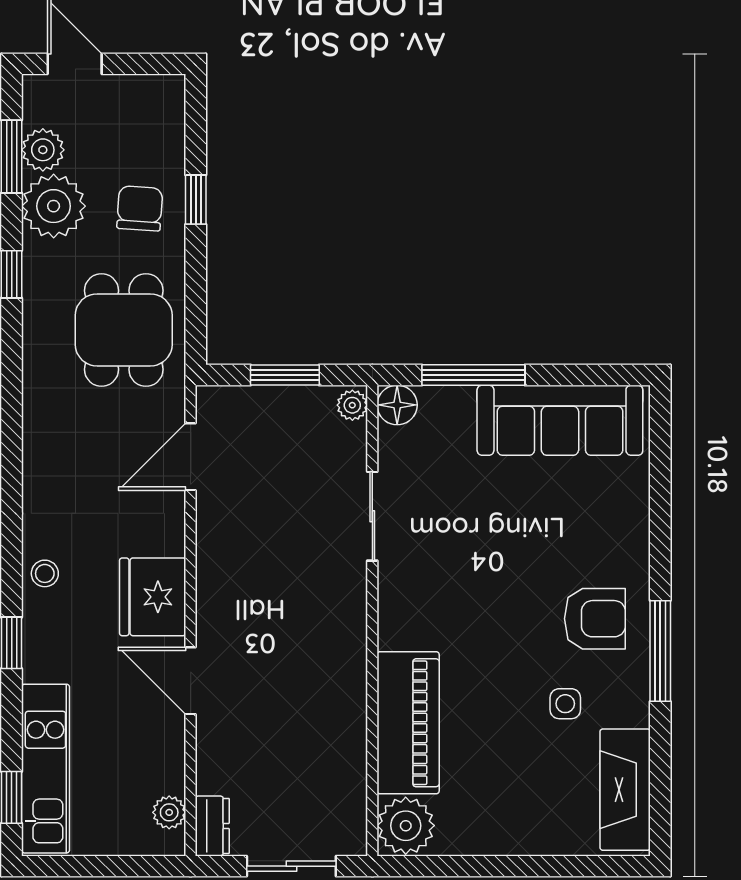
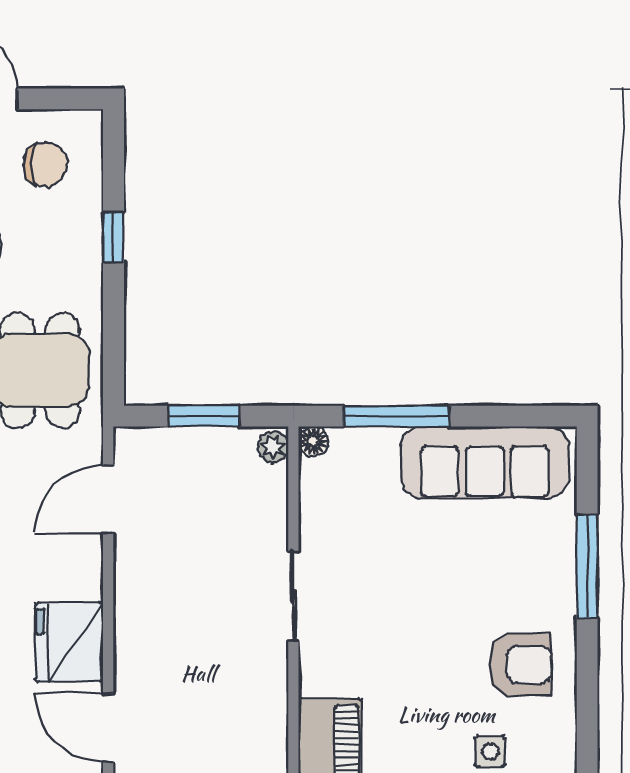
chair: (140, 208) -> (45, 164), moved, turned 86
floor lamp: (397, 405) -> (313, 441), width x0.73, depth x0.73
sliding door: (372, 516) -> (293, 596), moved
window: (660, 651) -> (587, 566), moved

